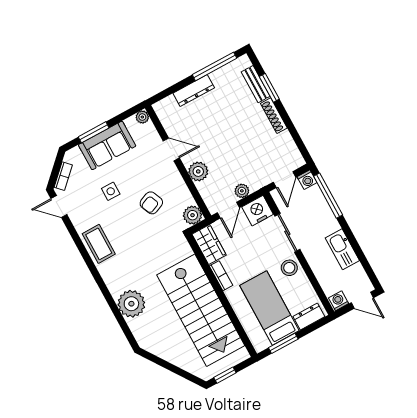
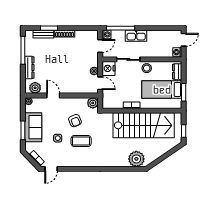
door: (171, 149) -> (53, 95), hinge flipped
plant: (198, 171) -> (35, 88), moved
door: (285, 180) -> (100, 46), hinge flipped
coffee table: (99, 244) -> (81, 141), moved
wardrobe: (209, 245) -> (112, 103), removed
kitchen sink: (342, 249) -> (136, 36), moved
plant: (131, 304) -> (136, 159), moved

